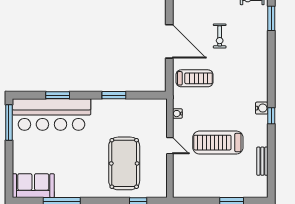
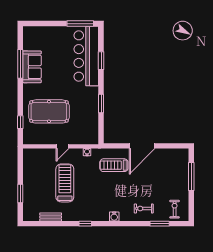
exercise bike: (220, 36) -> (144, 209), moved
treadmill: (195, 78) -> (114, 165), turned 90
water cooler: (262, 108) -> (114, 216), moved
sofa: (33, 186) -> (32, 67), moved

